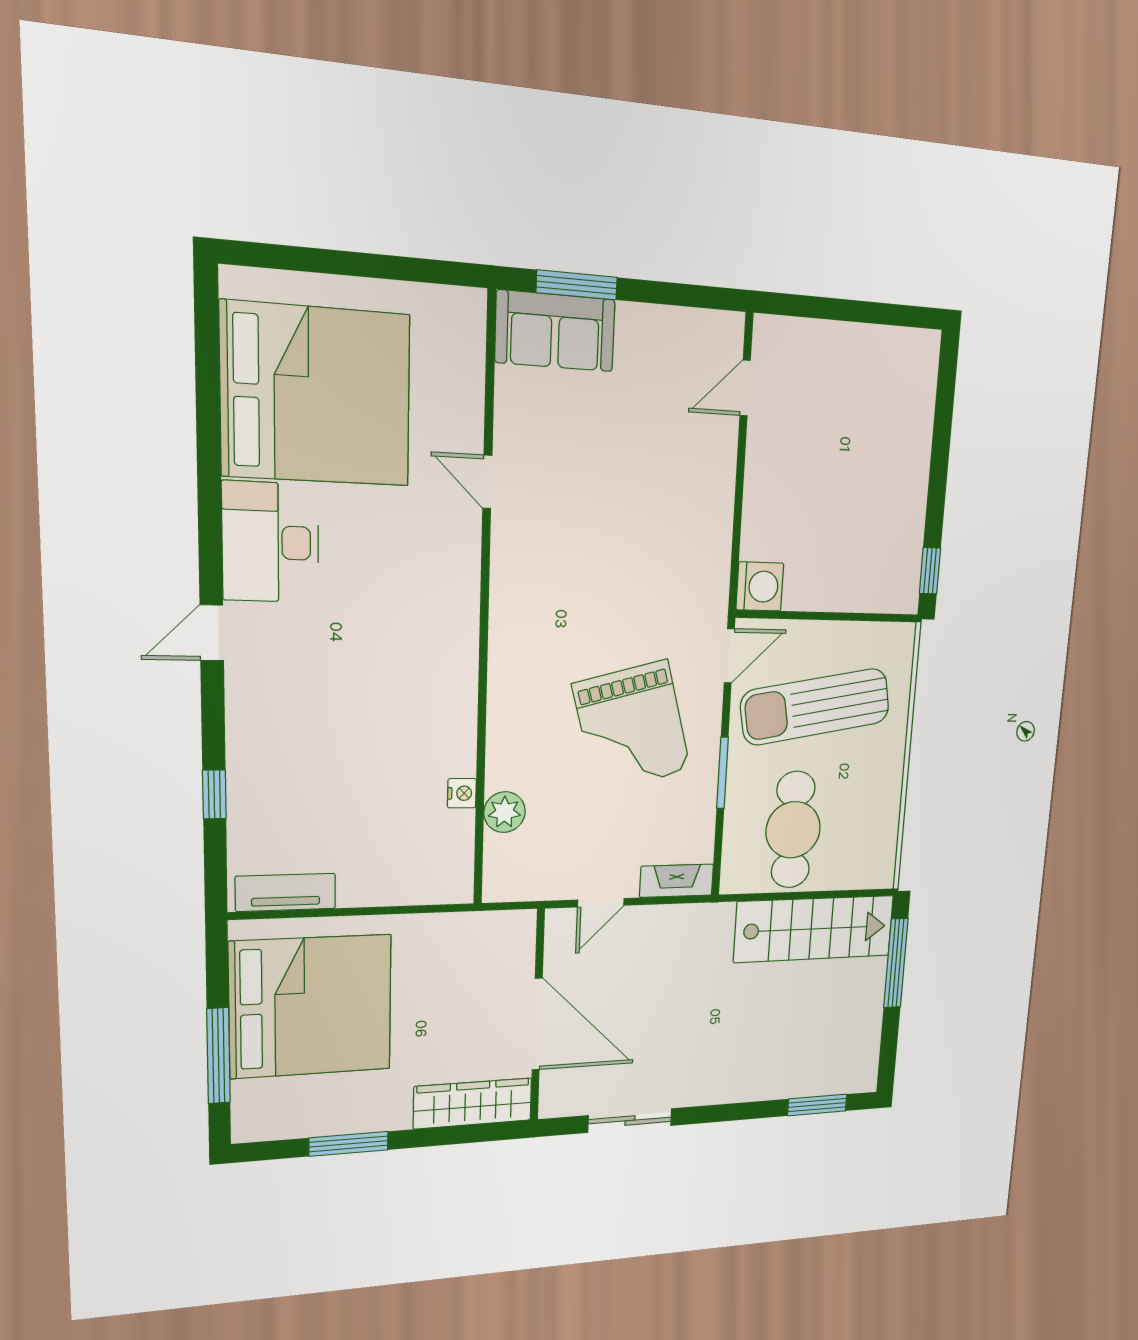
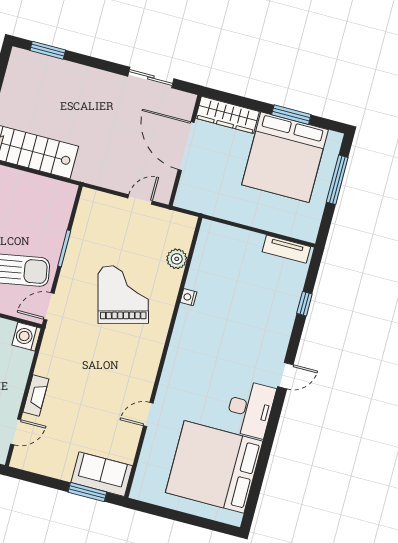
door: (487, 482) -> (148, 415), swing flipped
grand piano: (632, 727) -> (123, 295), moved
nightstand: (462, 793) -> (188, 297), moved
cafe table: (793, 830) -> (33, 208), removed
fireplace: (677, 881) -> (36, 396), moved, turned -90
bed: (311, 1006) -> (285, 157), moved, turned -90

